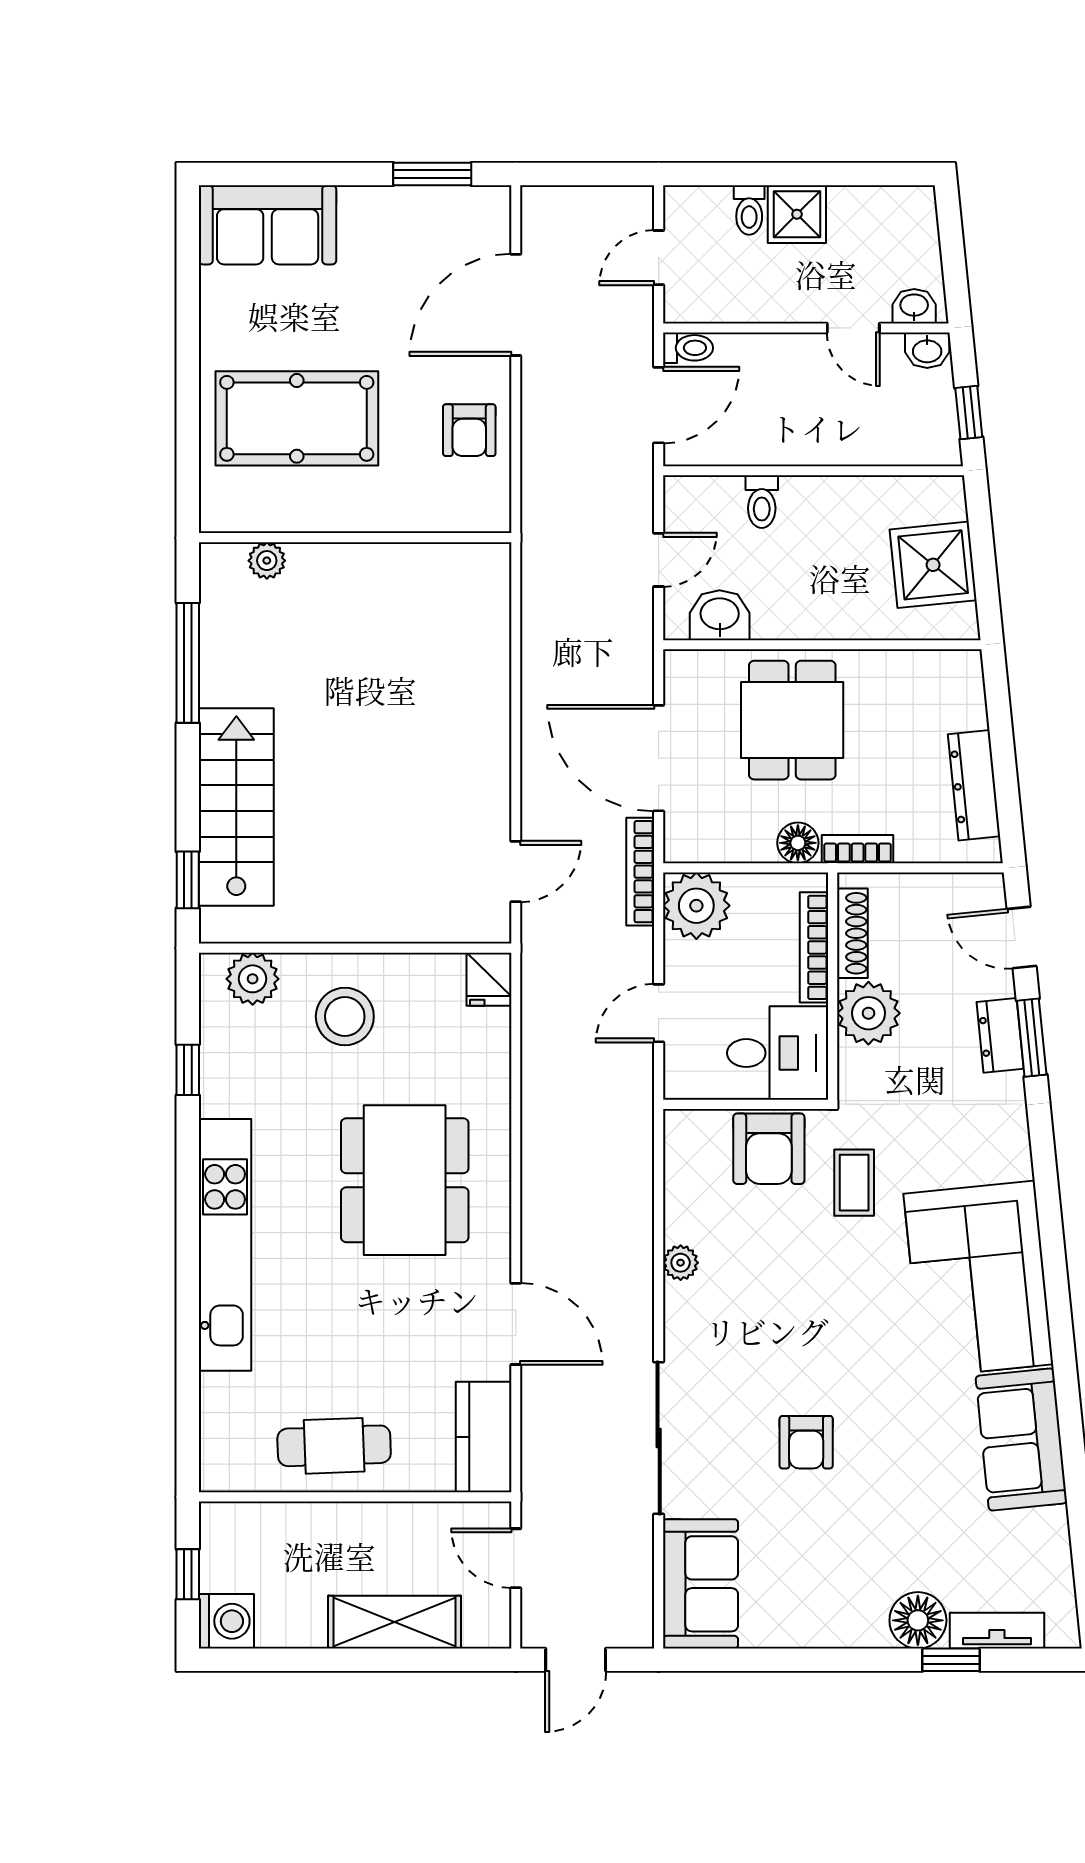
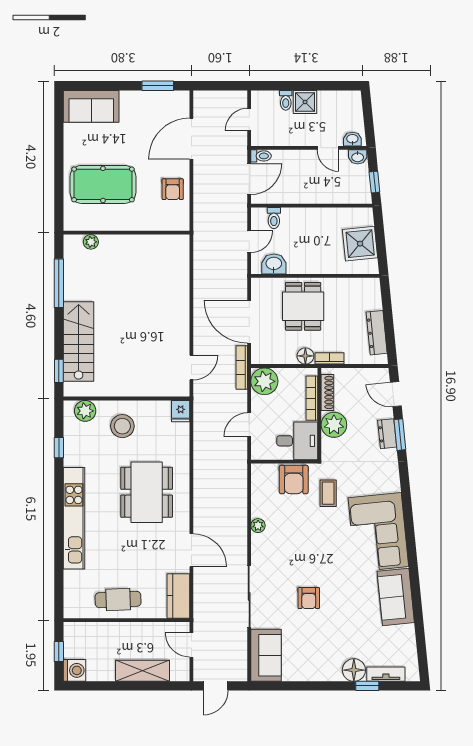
toilet: (762, 502) -> (274, 218), moved

